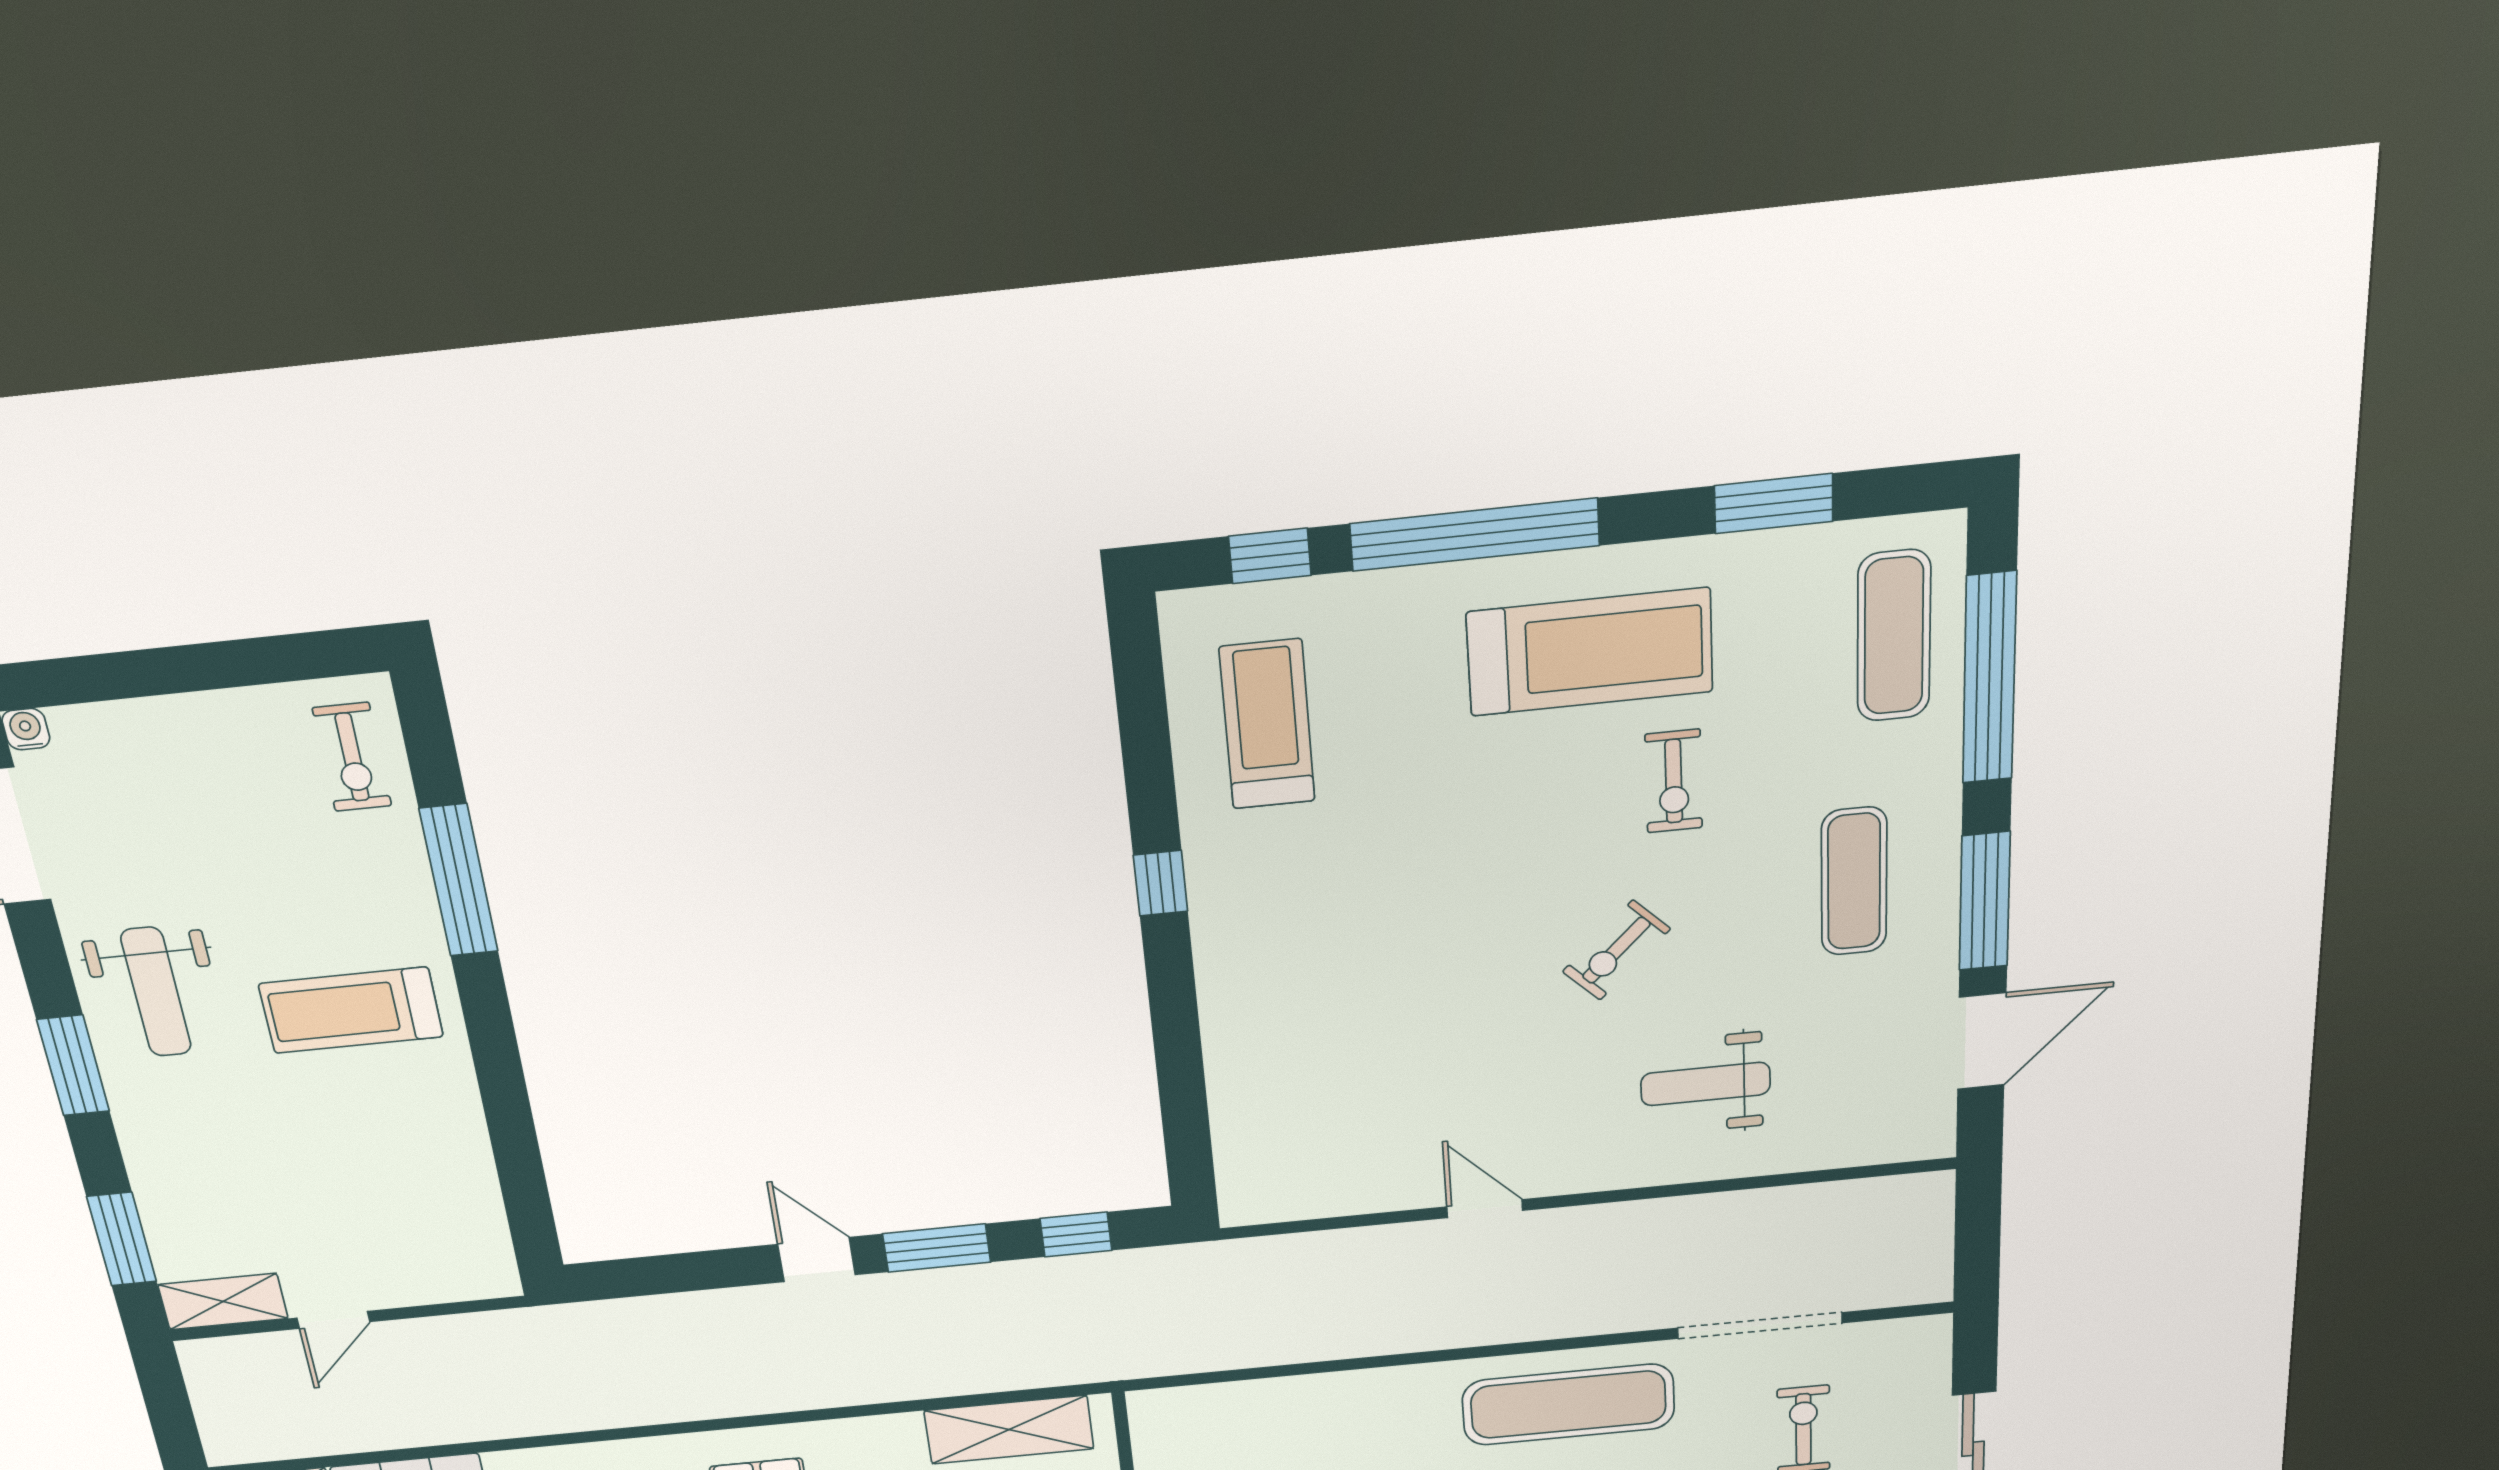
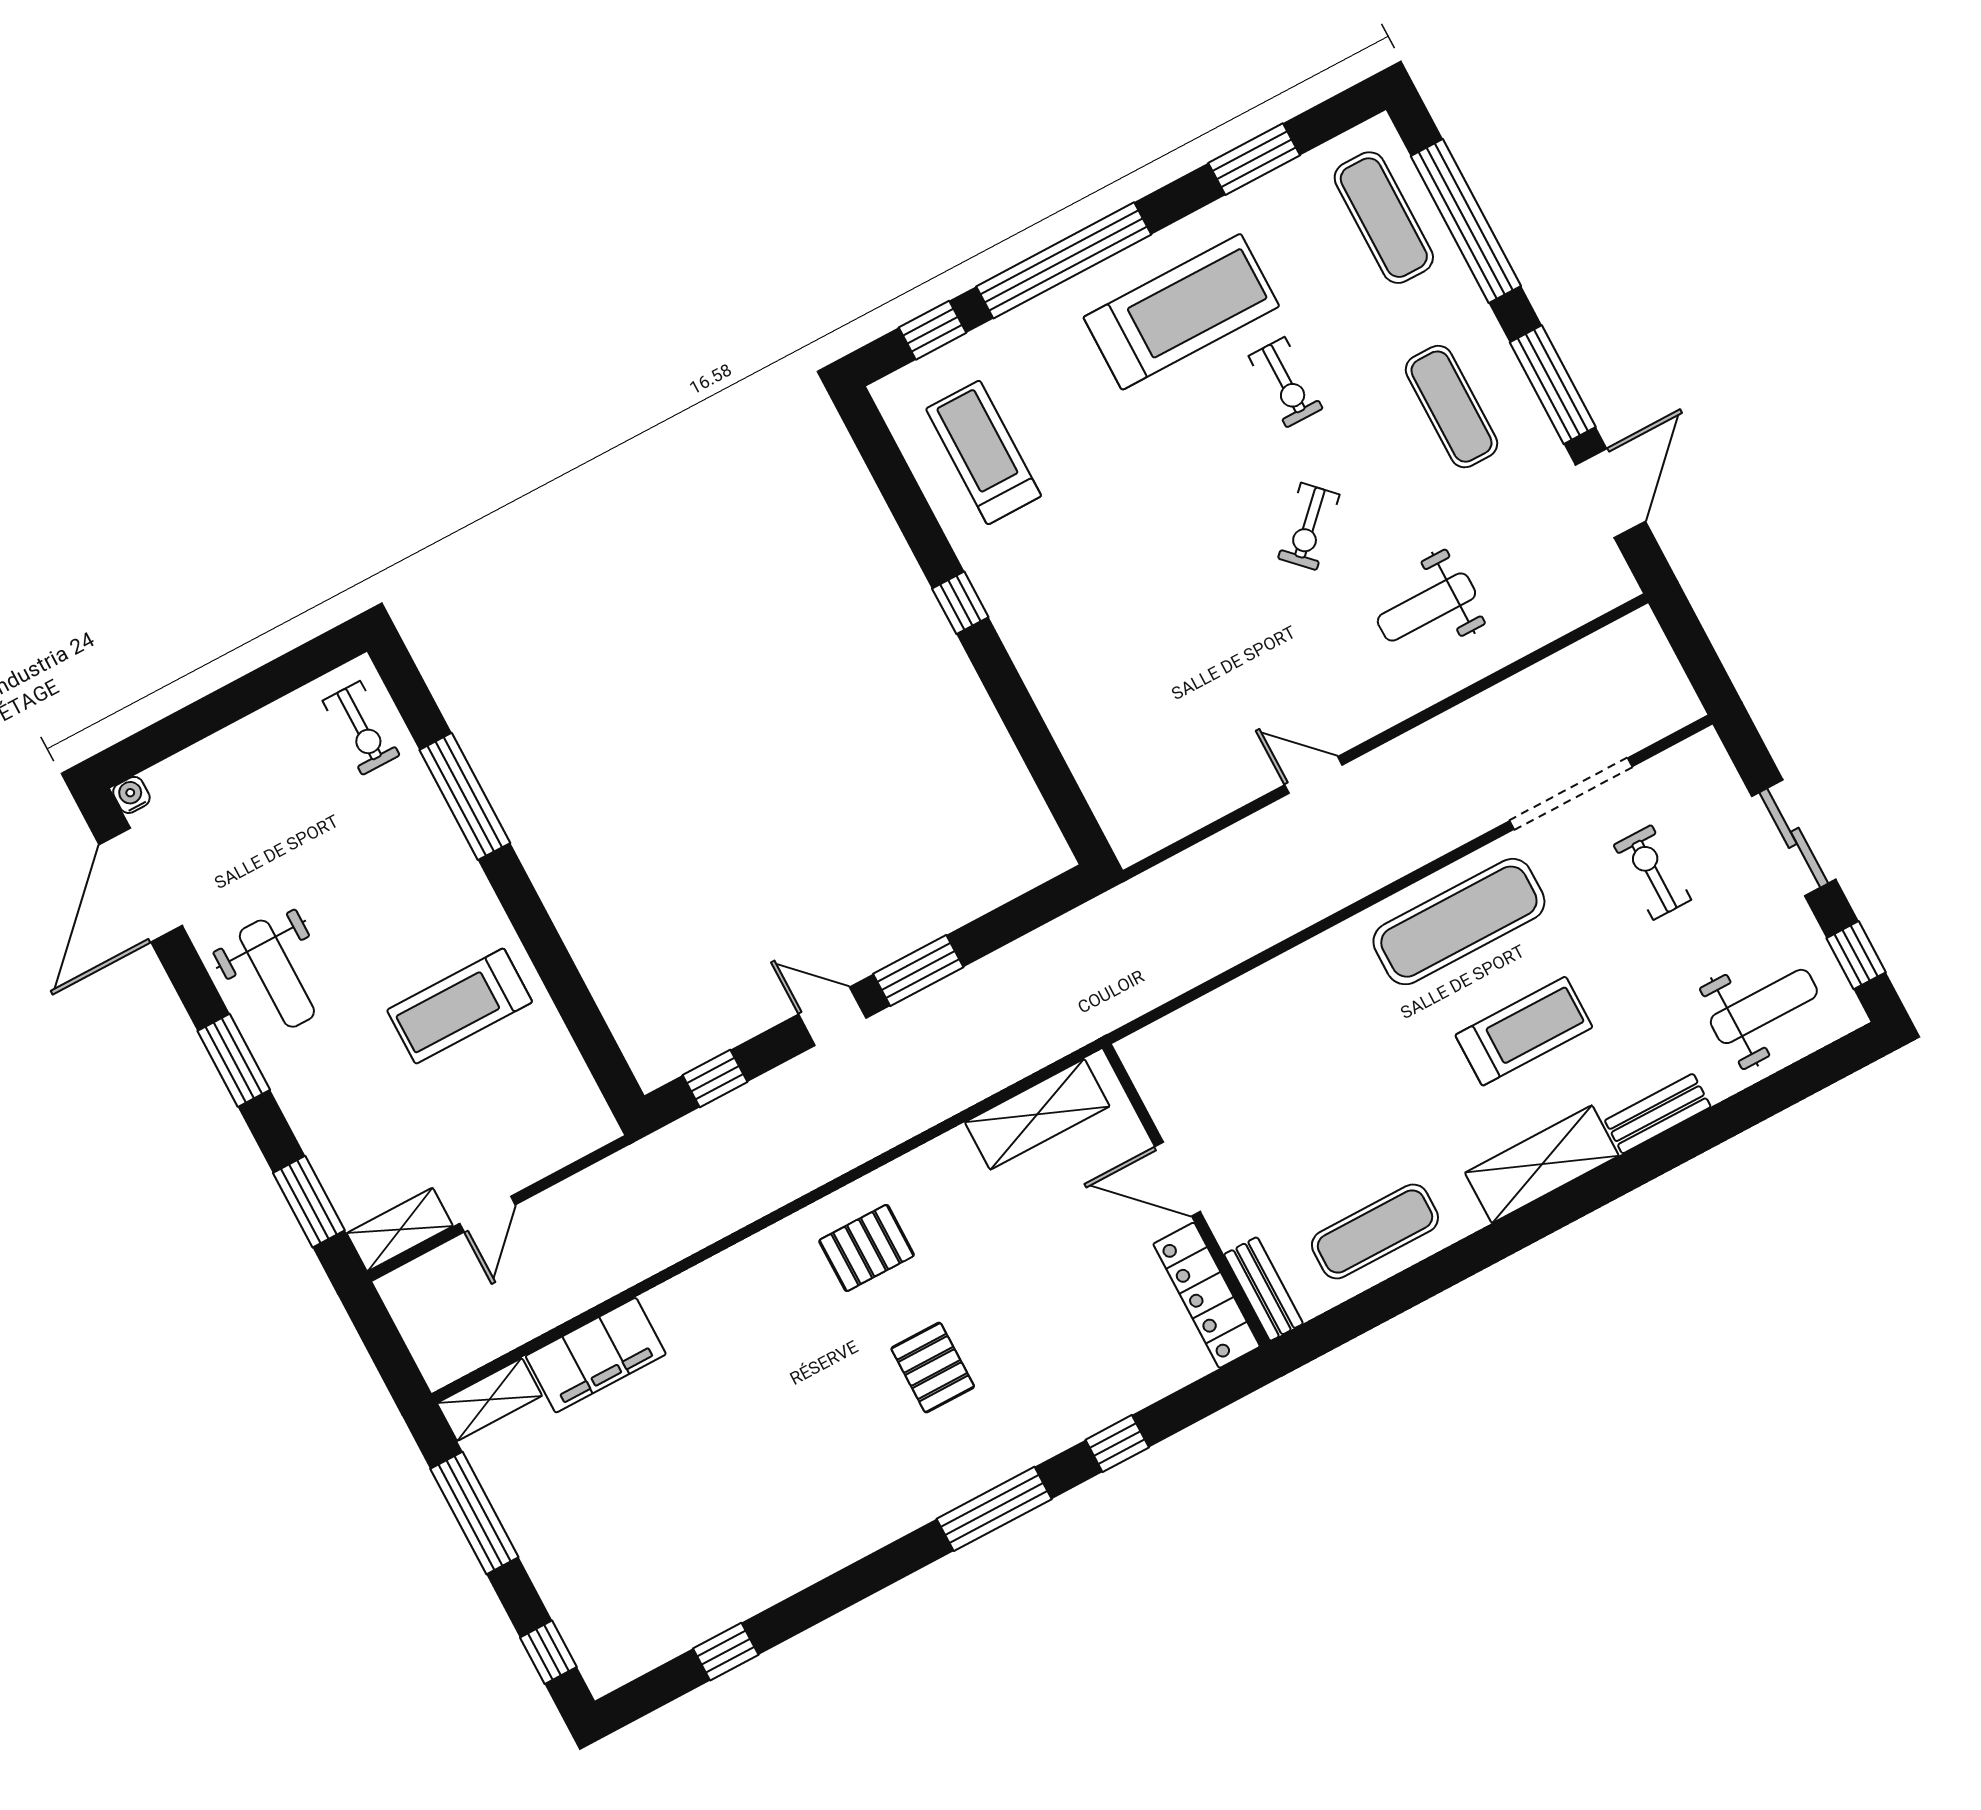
treadmill: (351, 1010) -> (460, 1006), moved
window: (1076, 1234) -> (715, 1079), moved

